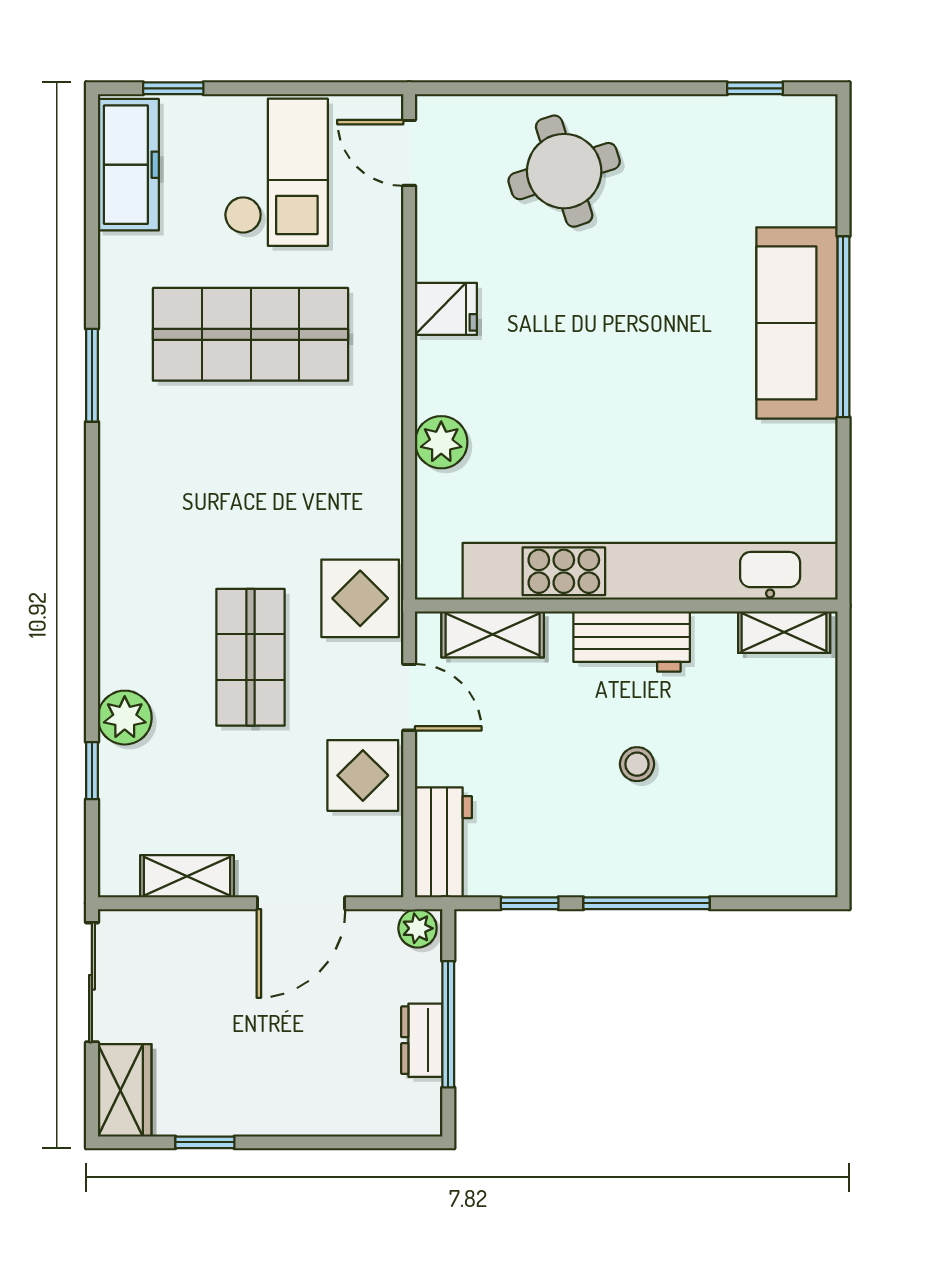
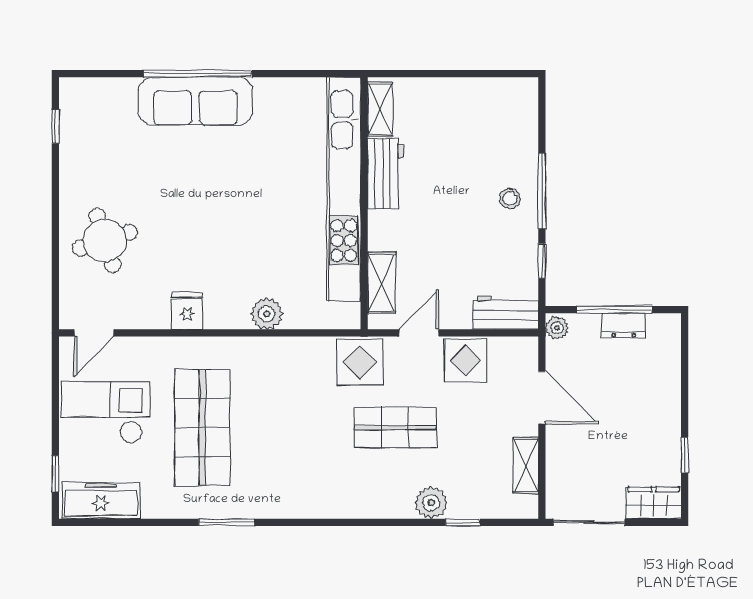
workbench: (632, 642) -> (386, 174), moved
stool: (637, 764) -> (510, 199), moved

